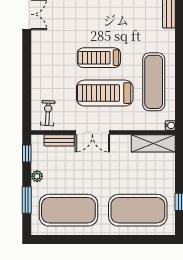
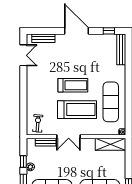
treadmill: (99, 58) -> (73, 85), turned 180
treadmill: (105, 93) -> (77, 110), turned 180
window: (27, 153) -> (23, 161), moved

